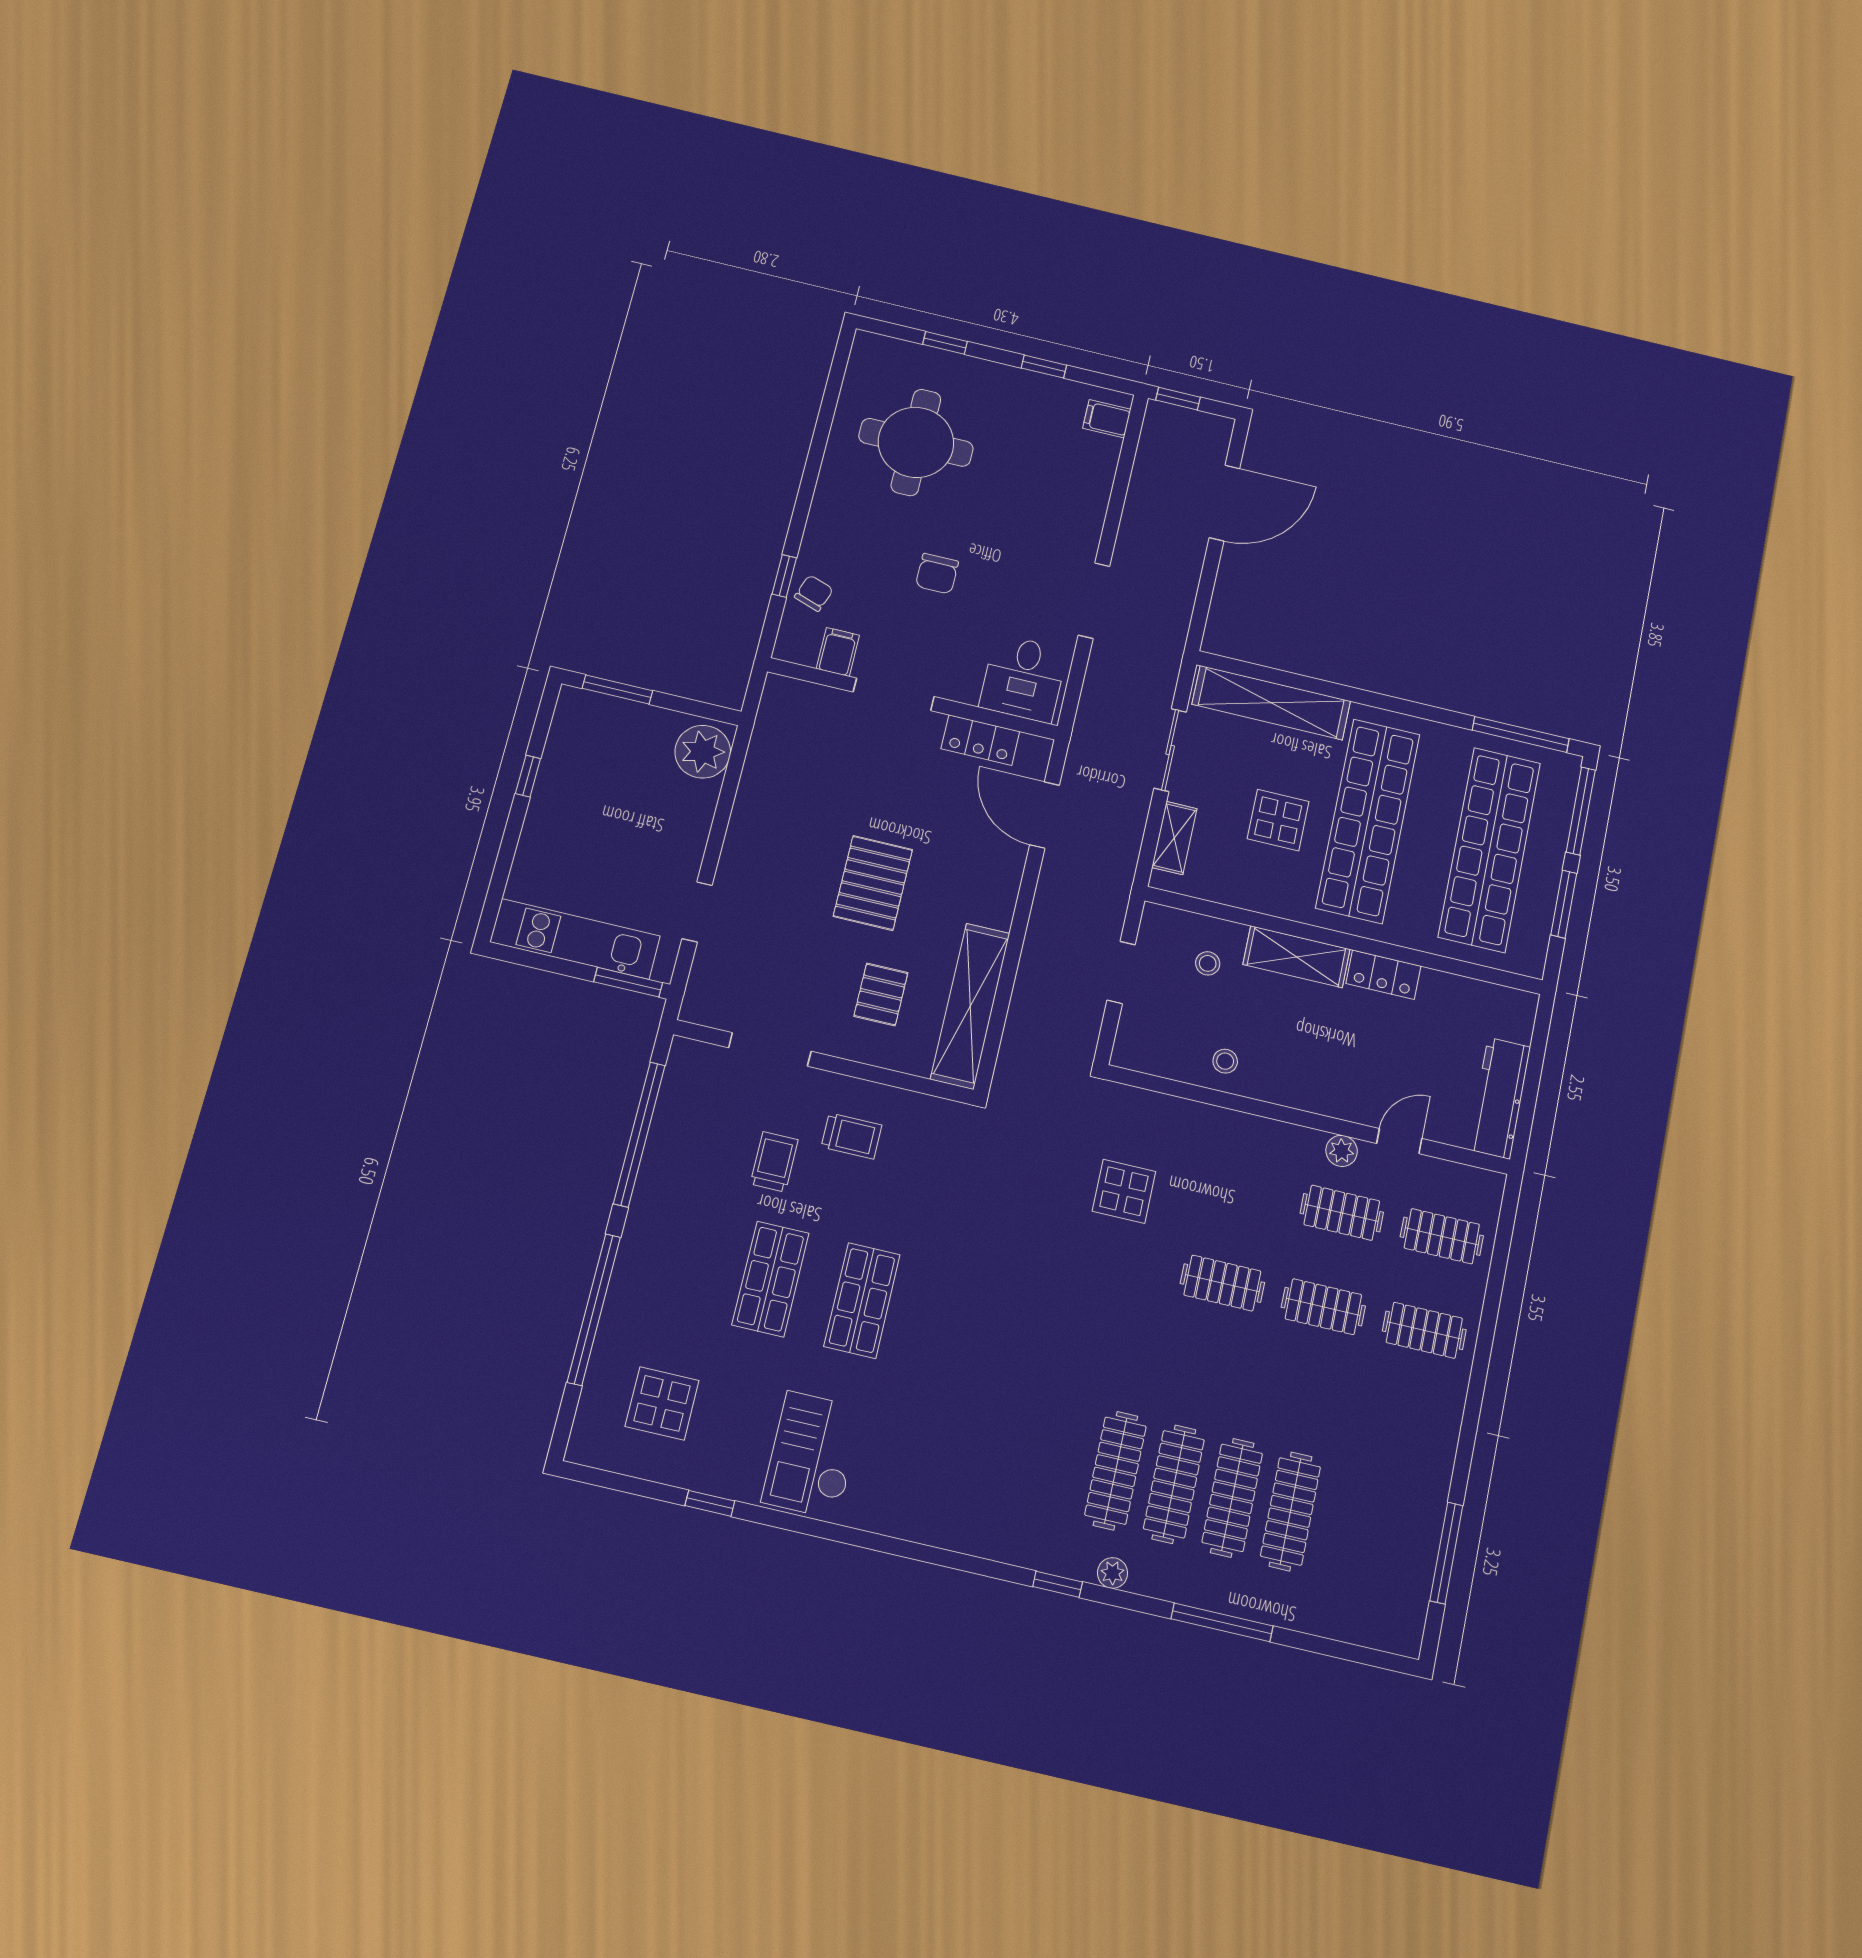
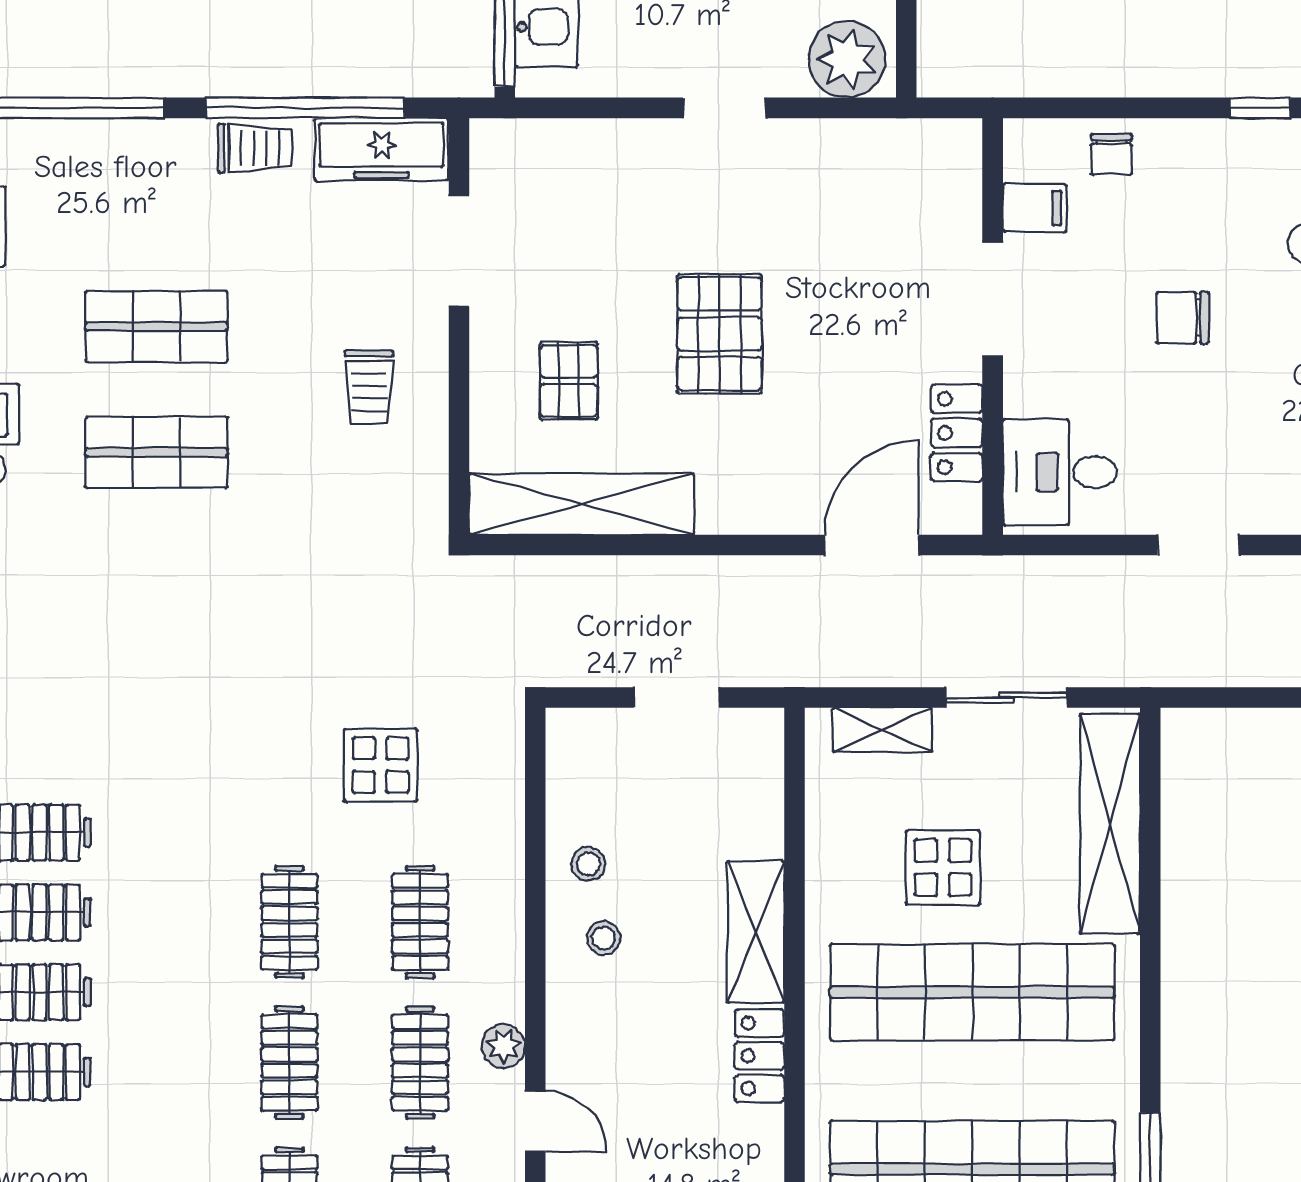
window: (784, 576) -> (1260, 108), moved
chair: (814, 593) -> (1111, 155), turned 71
doorway: (1094, 601) -> (1198, 545), width x0.73
pallet: (873, 883) -> (720, 334), turned 90
doorway: (697, 912) -> (724, 108), moved
stool: (1208, 963) -> (603, 938), moved
pallet: (881, 994) -> (569, 381), turned 90
freezer: (683, 1087) -> (381, 149), added
trolley: (774, 1162) -> (255, 148), moved
clothes rail: (1242, 1189) -> (420, 922), added

